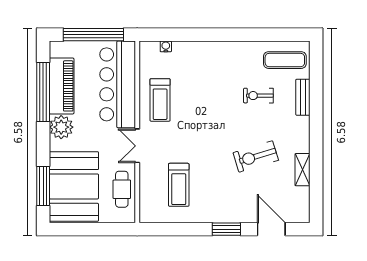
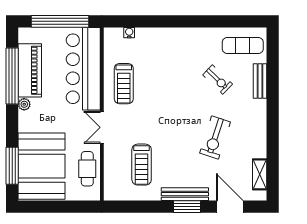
exercise bike: (258, 96) -> (218, 79), turned -136
plant: (61, 127) -> (24, 104), width x0.53, depth x0.53
exercise bike: (256, 156) -> (215, 137), turned -55
shelving: (303, 170) -> (260, 174), moved
bench: (224, 216) -> (185, 194), added

